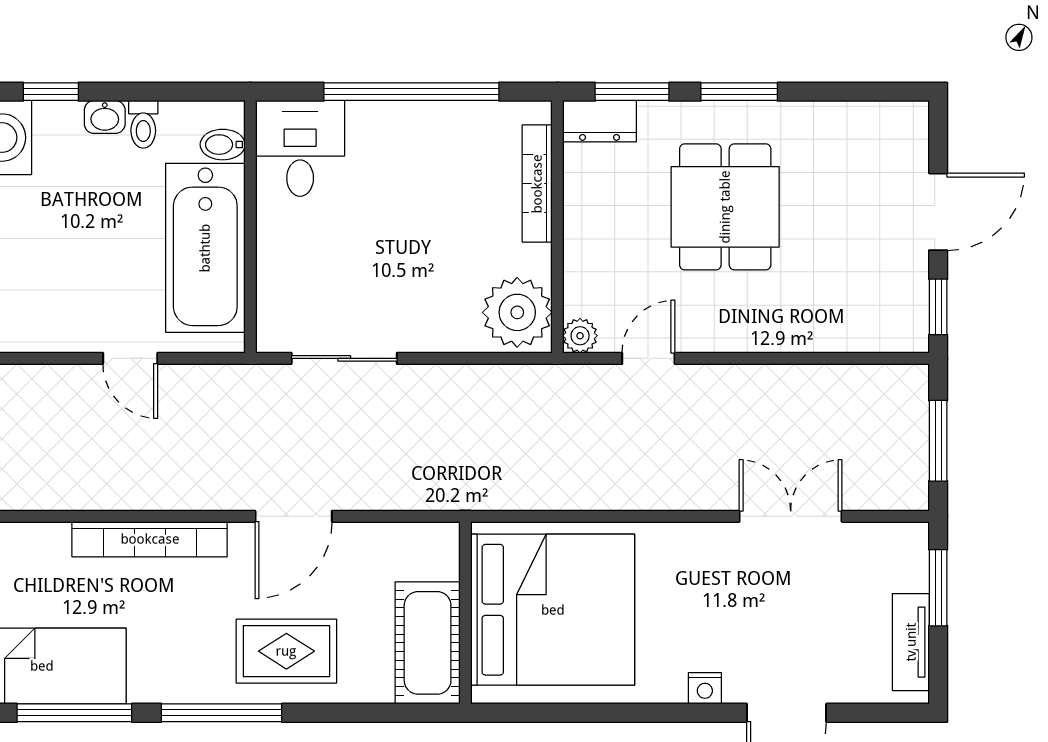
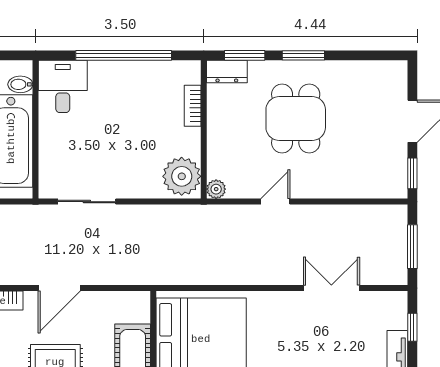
bookcase: (537, 184) -> (193, 106), width x0.64
door: (648, 358) -> (275, 202), moved
window: (938, 588) -> (412, 327), width x0.67

